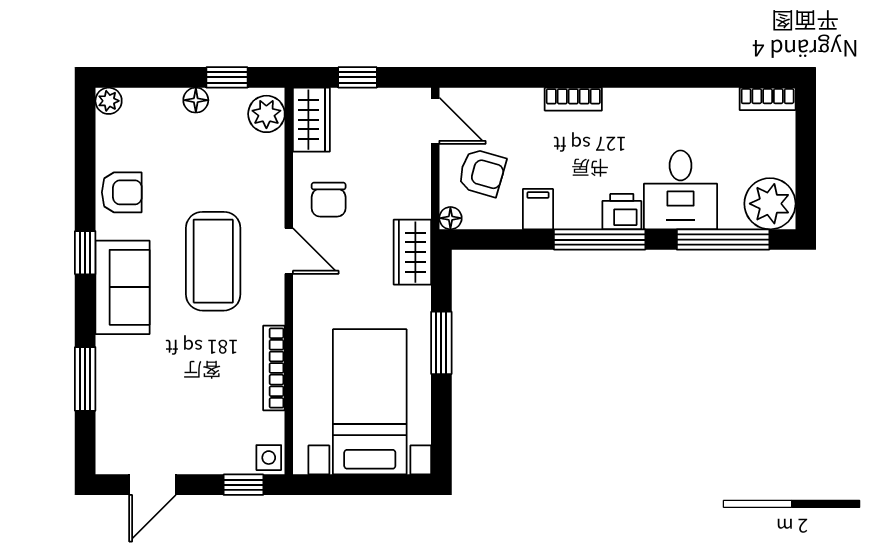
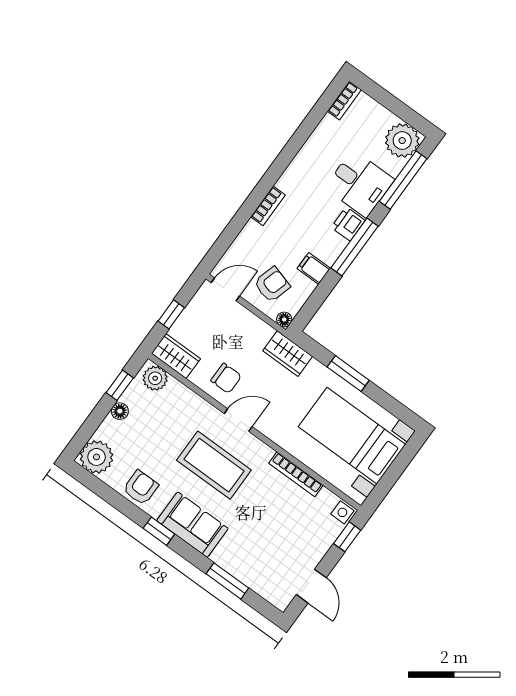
plant: (109, 101) -> (97, 457), width x1.88, depth x1.88

